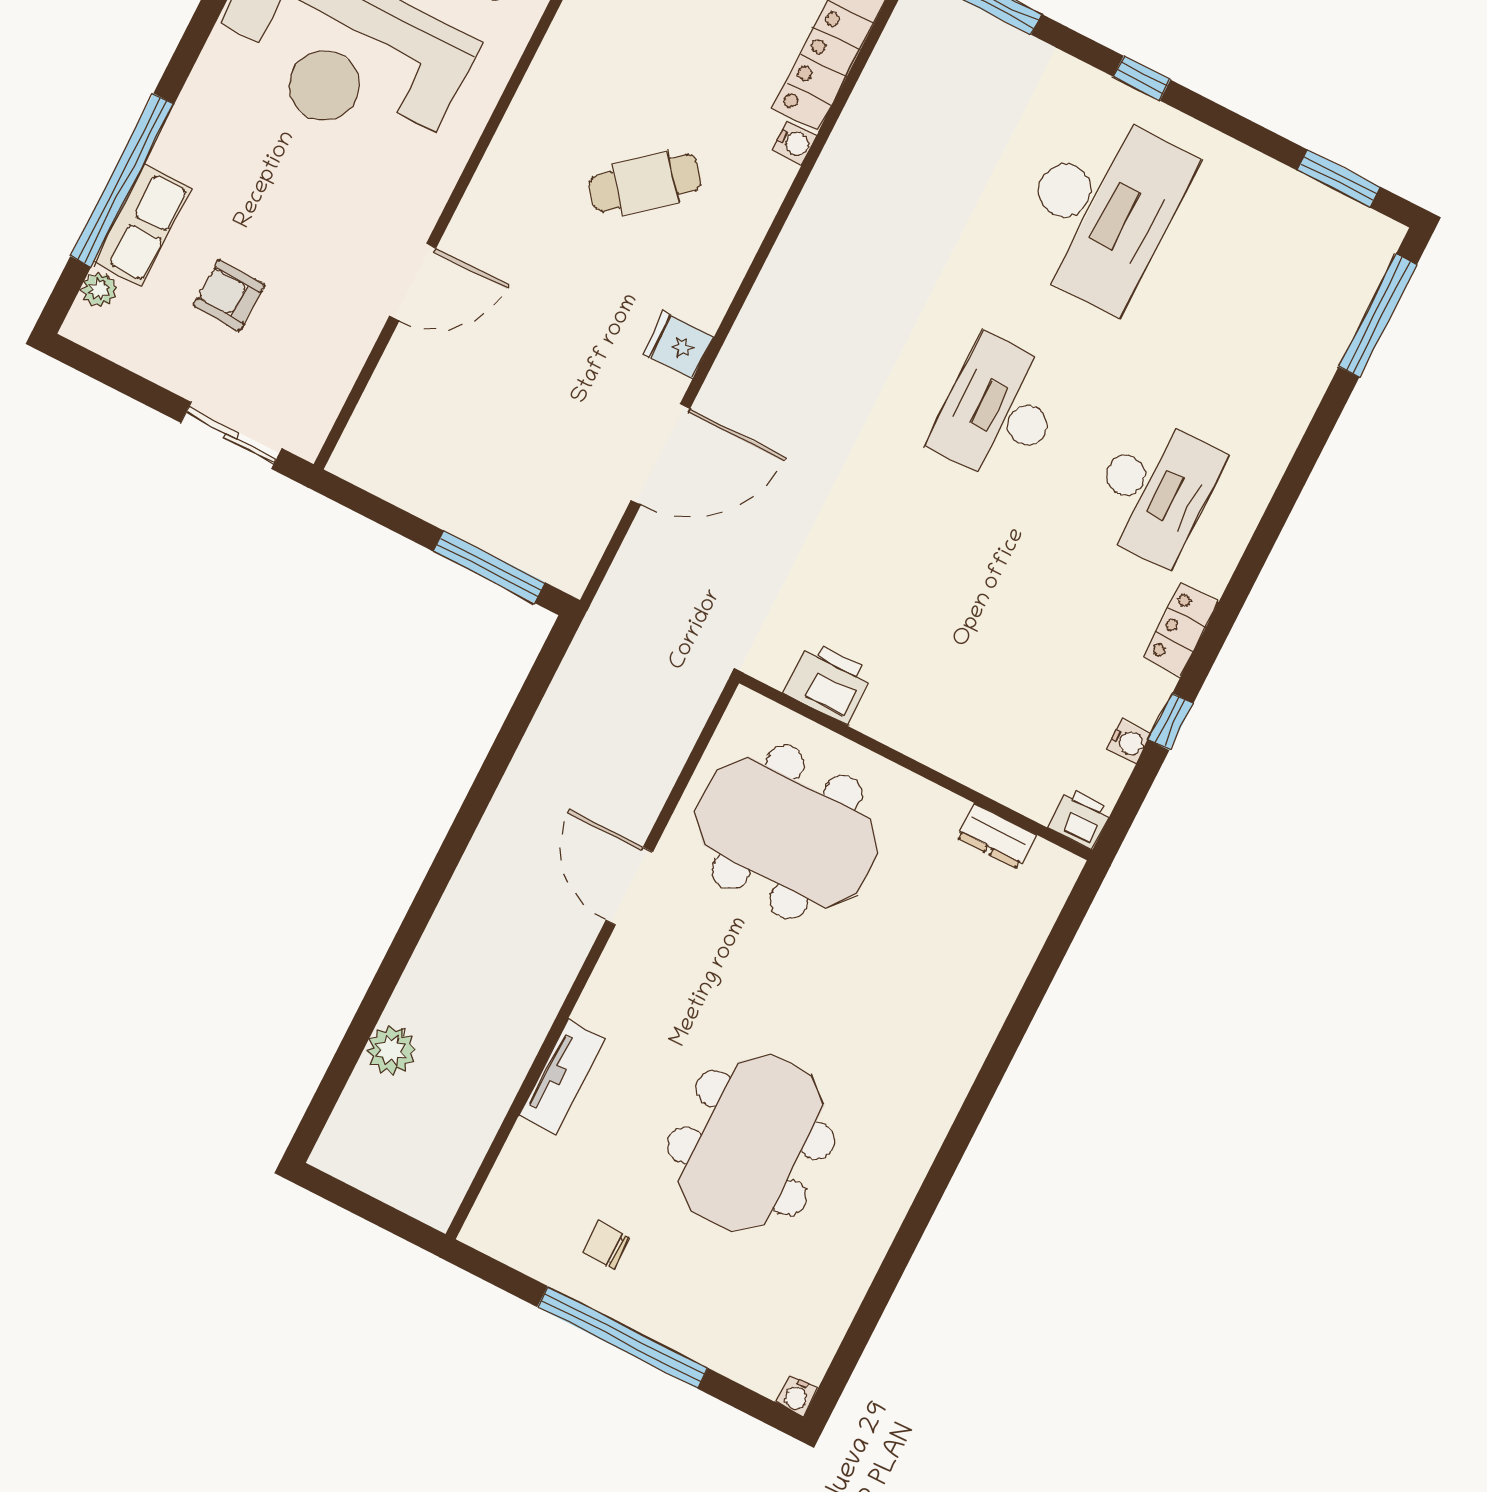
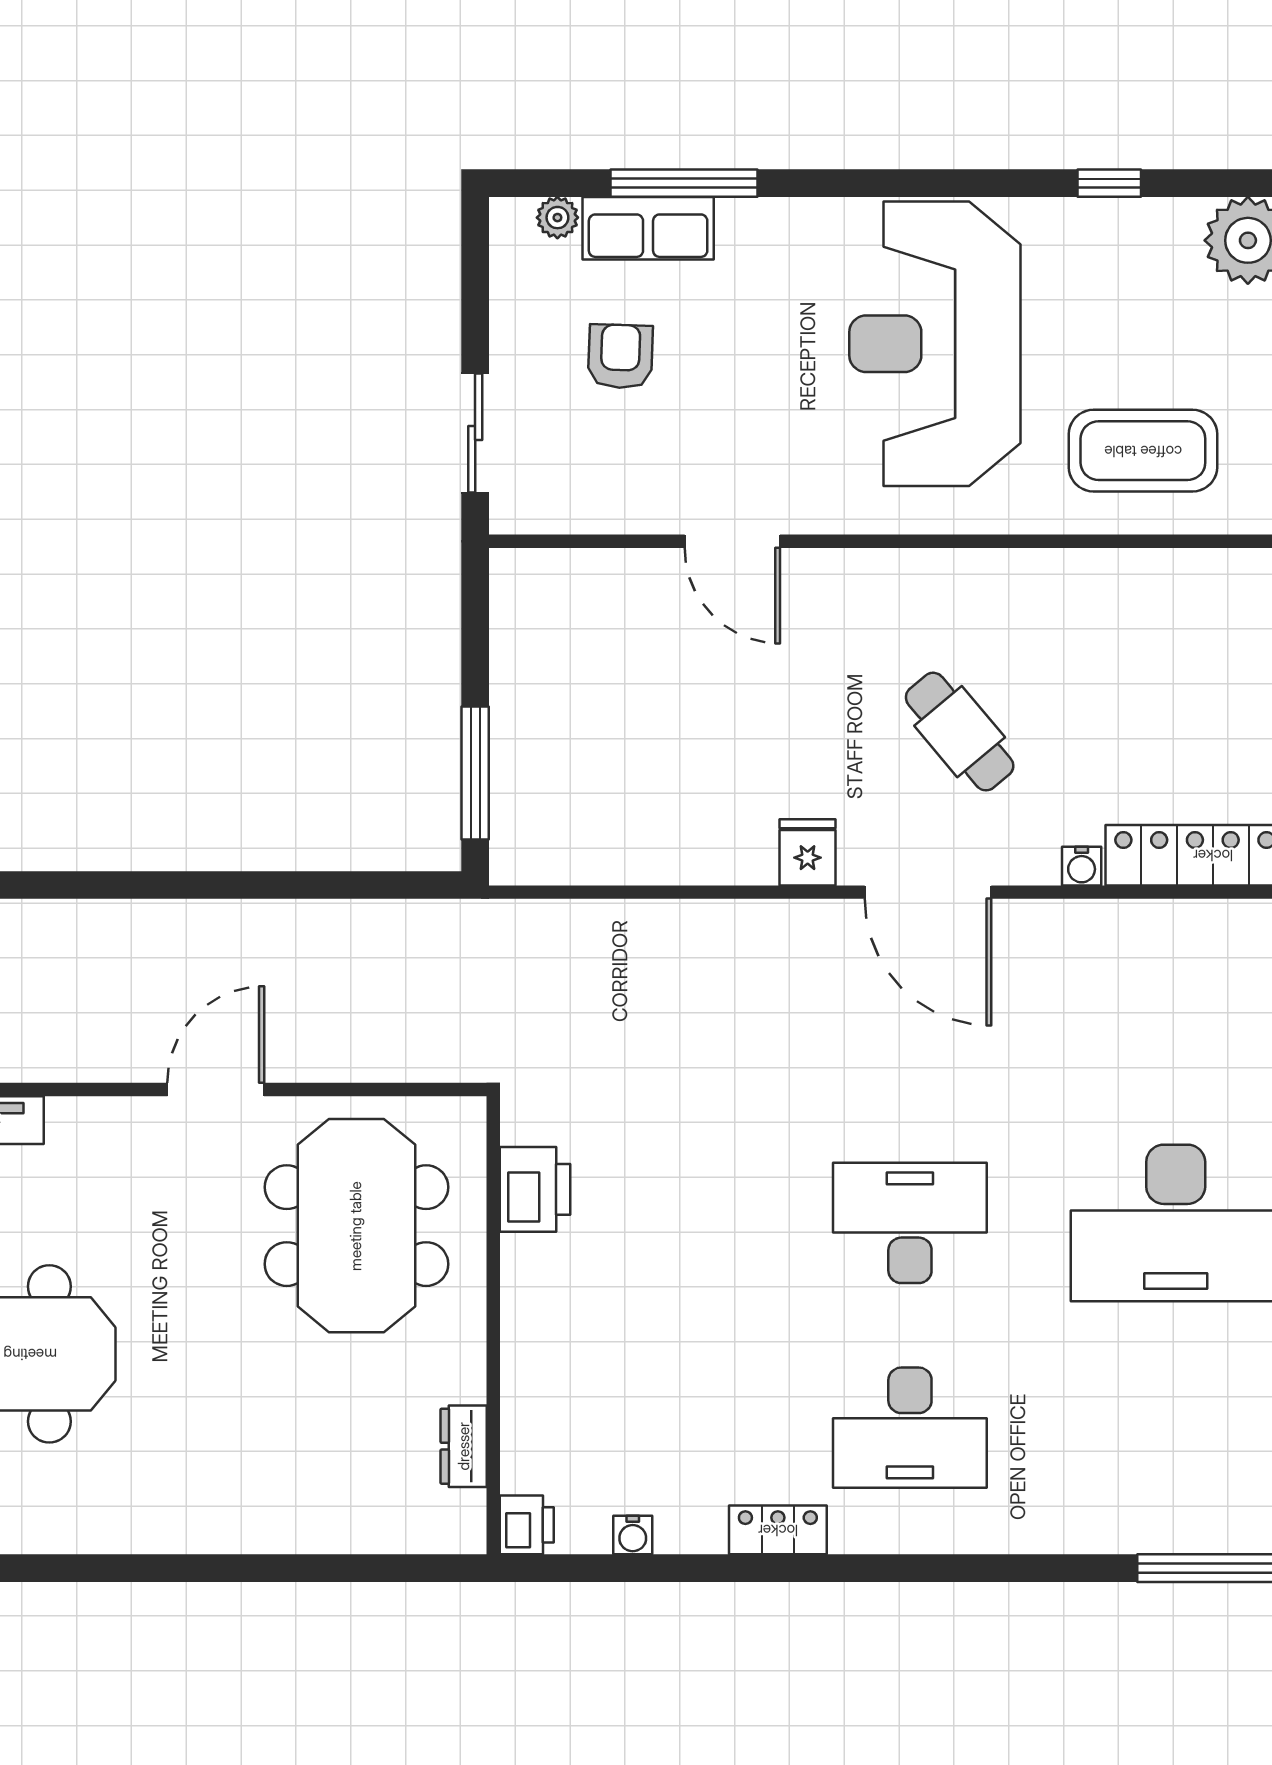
window: (122, 180) -> (684, 183), width x0.68
door: (660, 455) -> (928, 892), moved
window: (1171, 722) -> (676, 1568), removed

